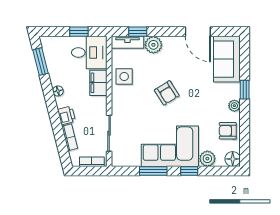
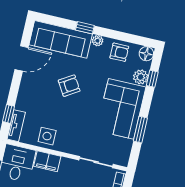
plant: (153, 45) -> (24, 102), removed
sofa: (227, 59) -> (61, 39), width x1.36
armchair: (167, 93) -> (69, 86), moved
armchair: (228, 131) -> (119, 52), turned -90
window: (189, 171) -> (152, 79), moved

